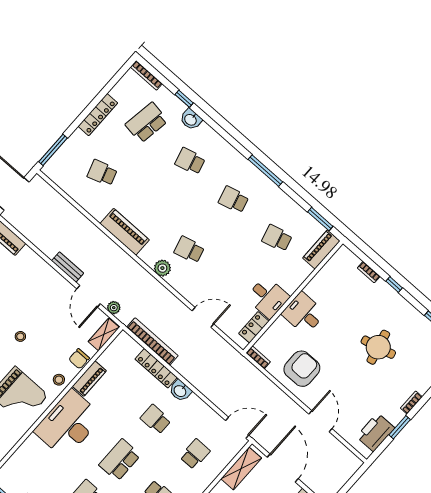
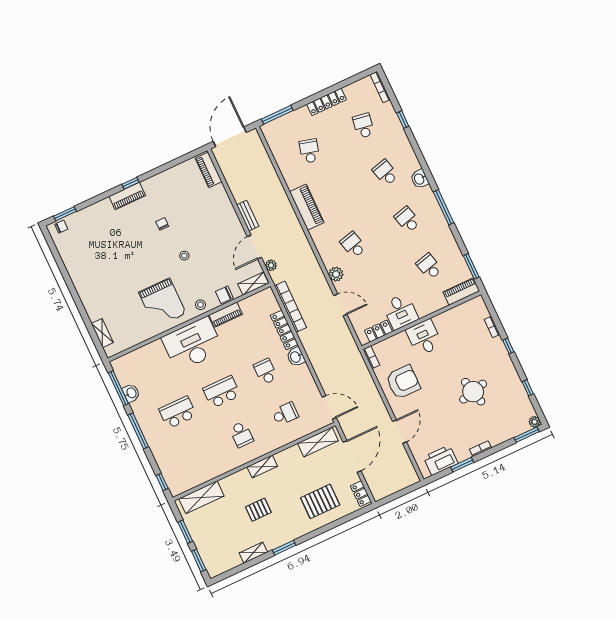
washbasin: (191, 119) -> (420, 179), moved
school desk: (147, 123) -> (364, 126), width x0.54
school desk: (102, 173) -> (309, 151), turned 33
plant: (162, 268) -> (336, 274), moved

